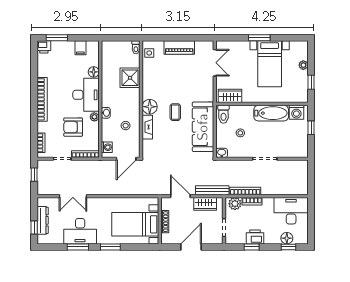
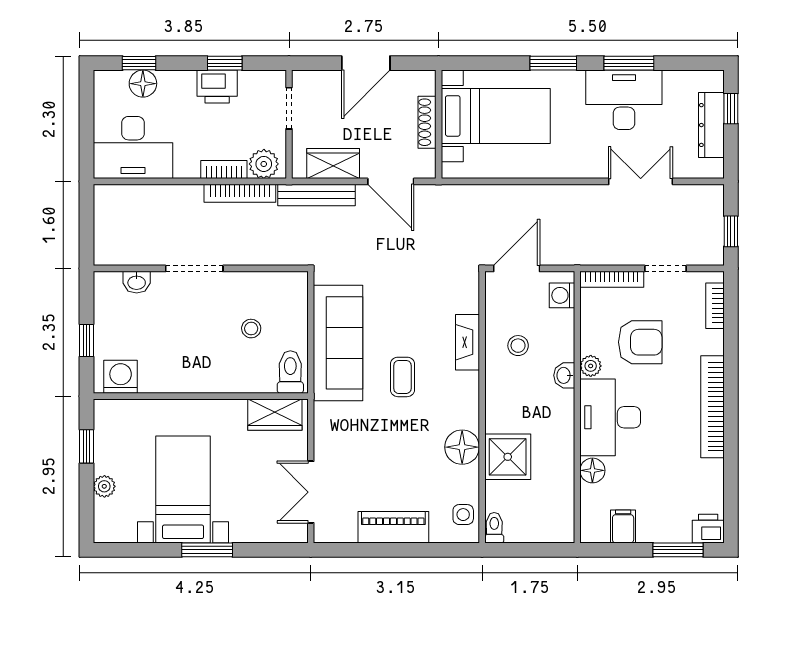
floor lamp: (150, 107) -> (462, 447), moved
bathtub: (271, 113) -> (179, 375), removed
washbasin: (222, 153) -> (137, 282), moved

